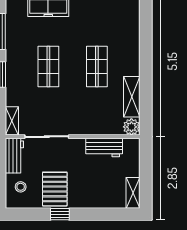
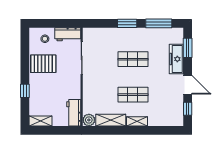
shelving: (12, 121) -> (137, 121), moved
workbench: (104, 148) -> (74, 113), moved
window: (60, 214) -> (25, 91), moved

